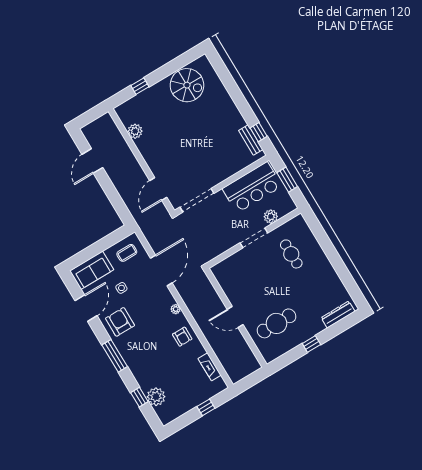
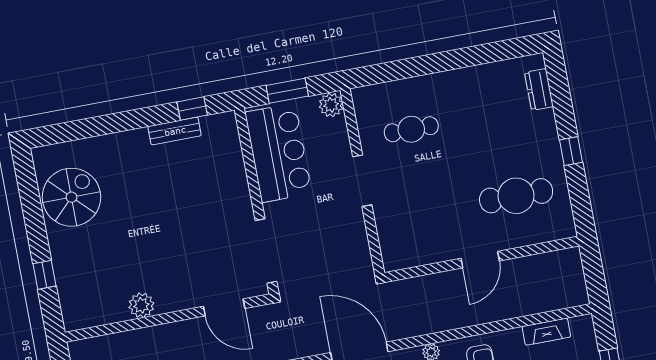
plant: (135, 131) -> (141, 305), moved
bench: (251, 140) -> (175, 131), moved
plant: (271, 217) -> (331, 105), moved
dresser: (338, 315) -> (539, 89), width x0.70
cafe table: (276, 323) -> (516, 196), turned 90

